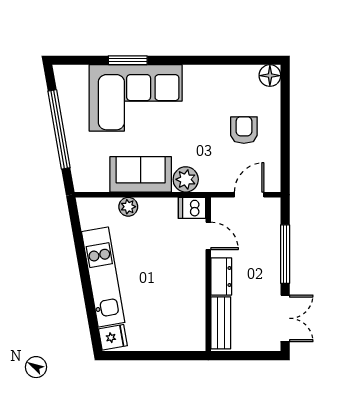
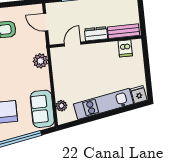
sofa: (141, 174) -> (42, 109), moved
plant: (128, 207) -> (61, 106), moved
dishwasher: (192, 208) -> (125, 48), moved

